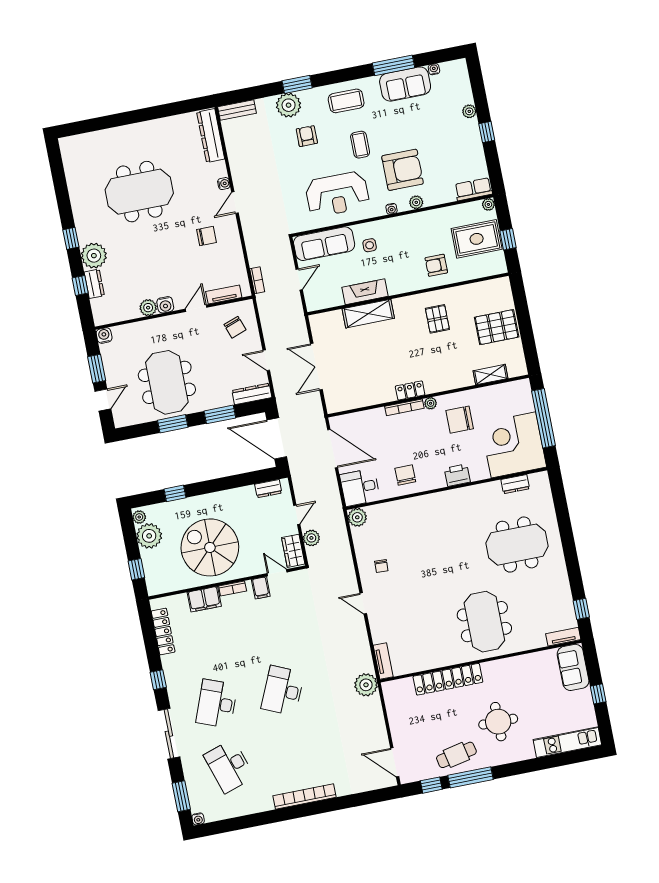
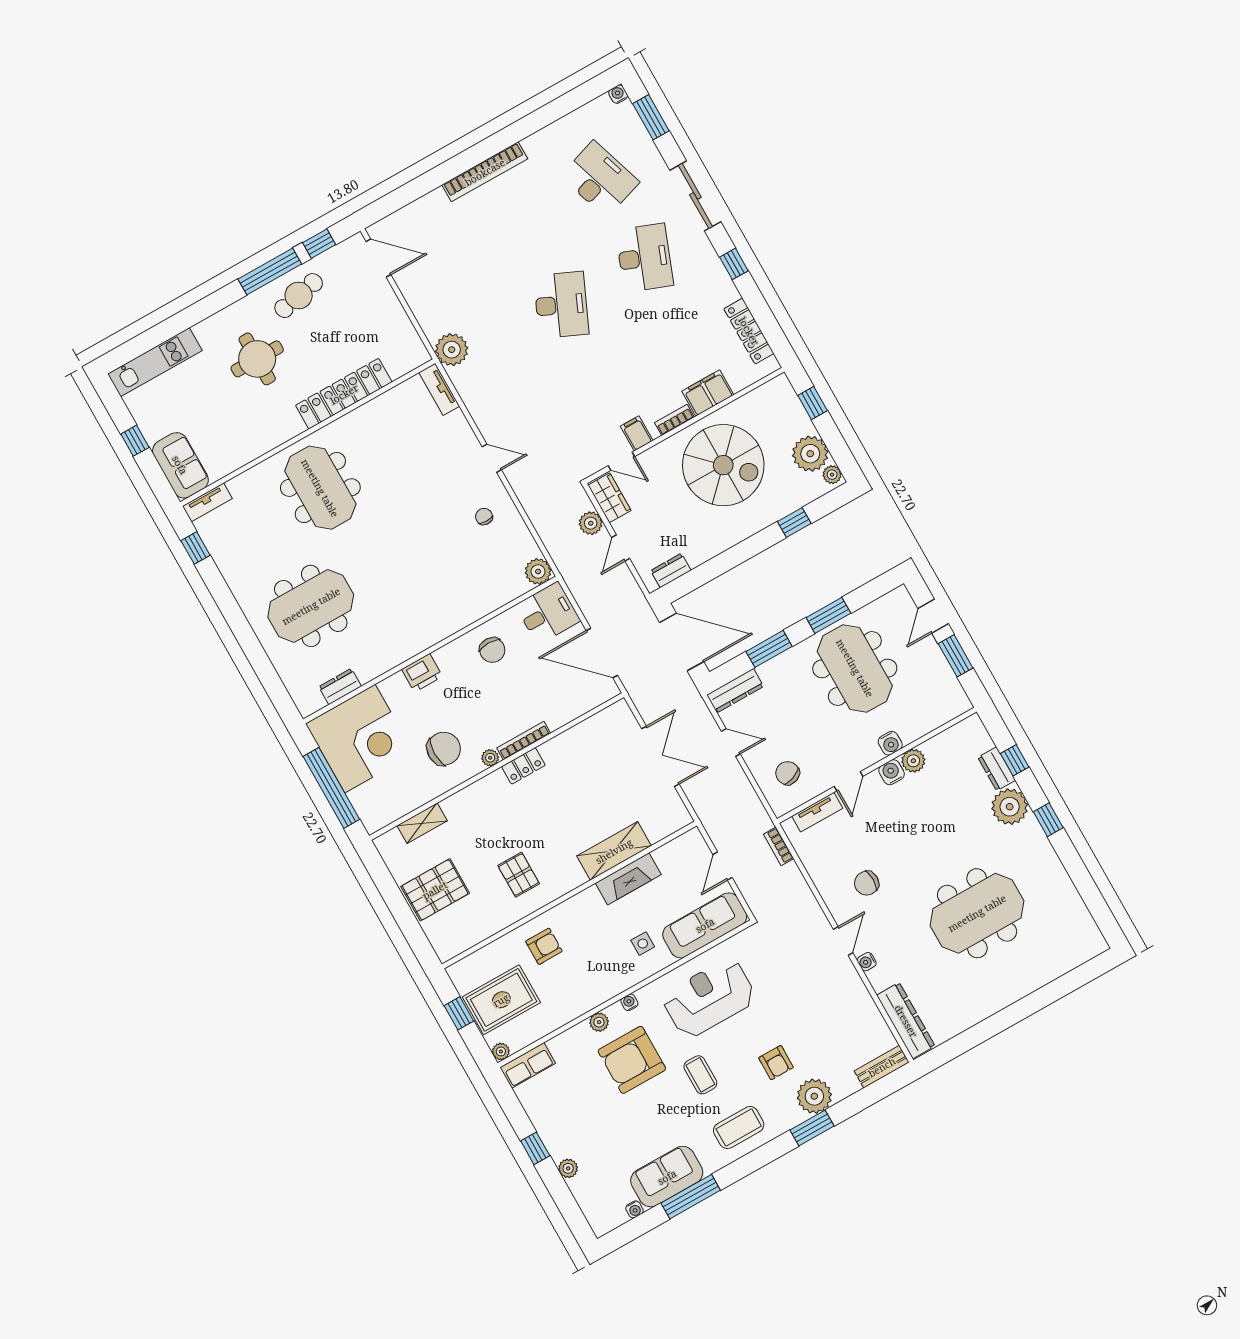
water cooler: (104, 336) -> (890, 743), moved

